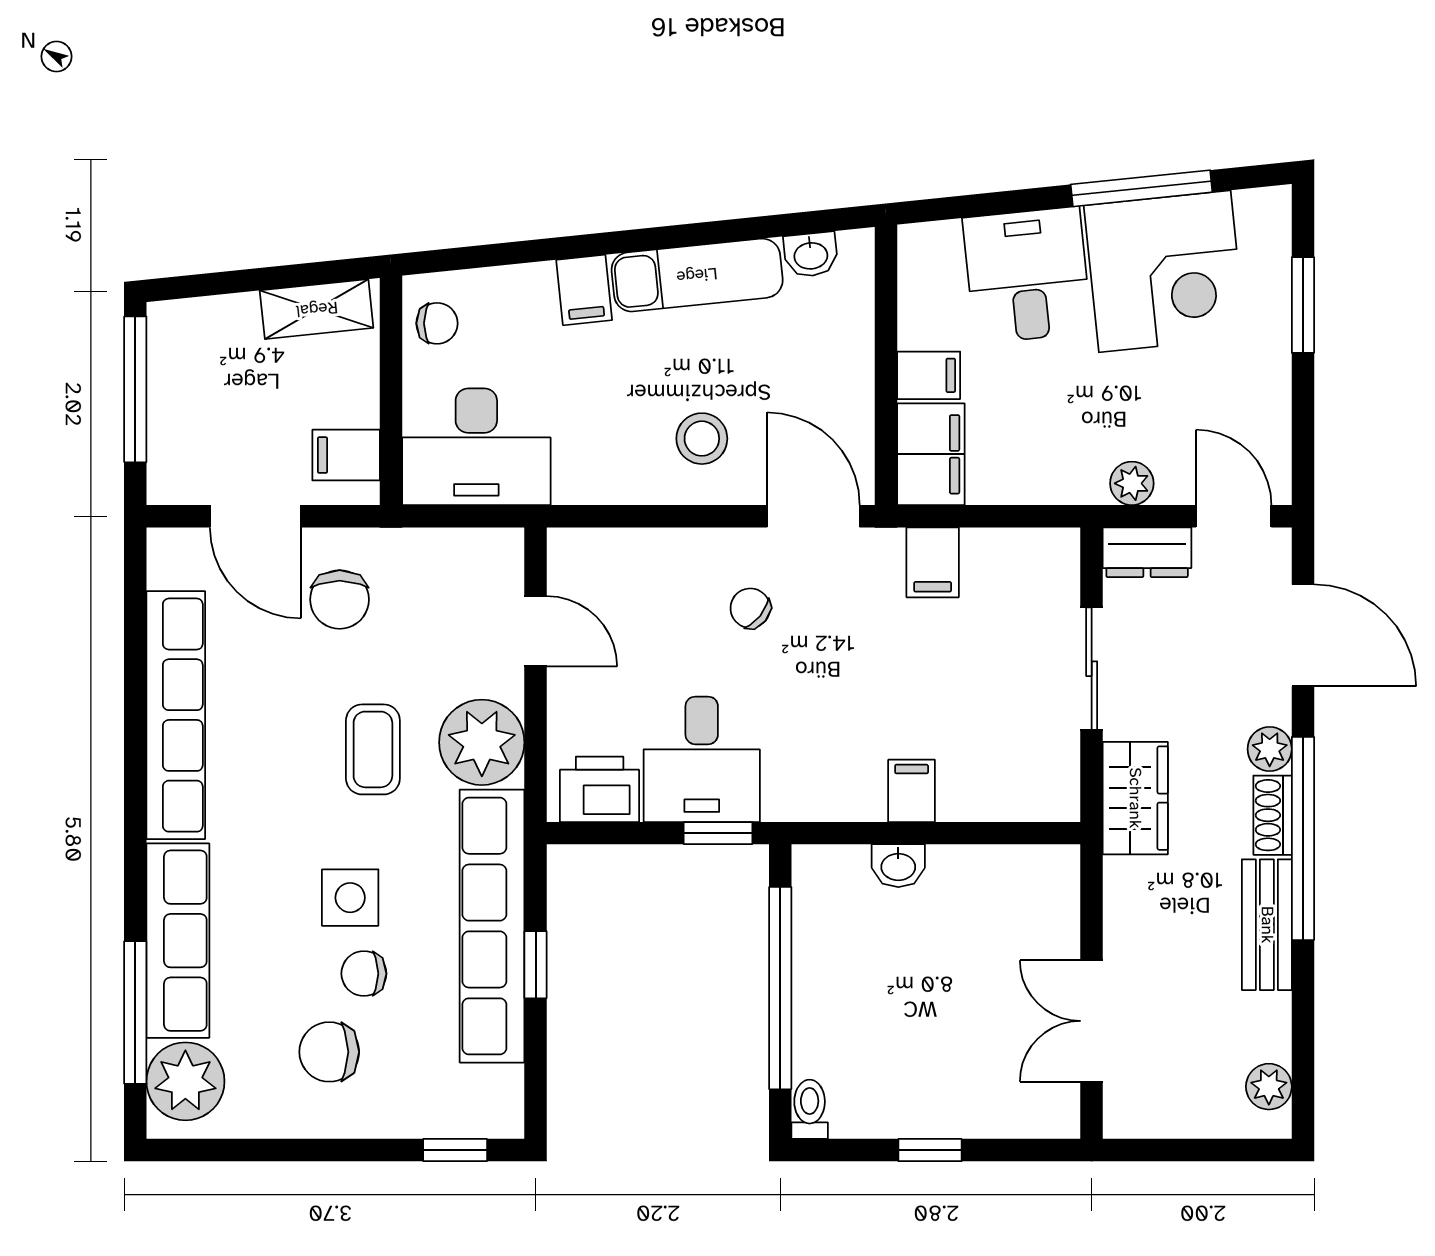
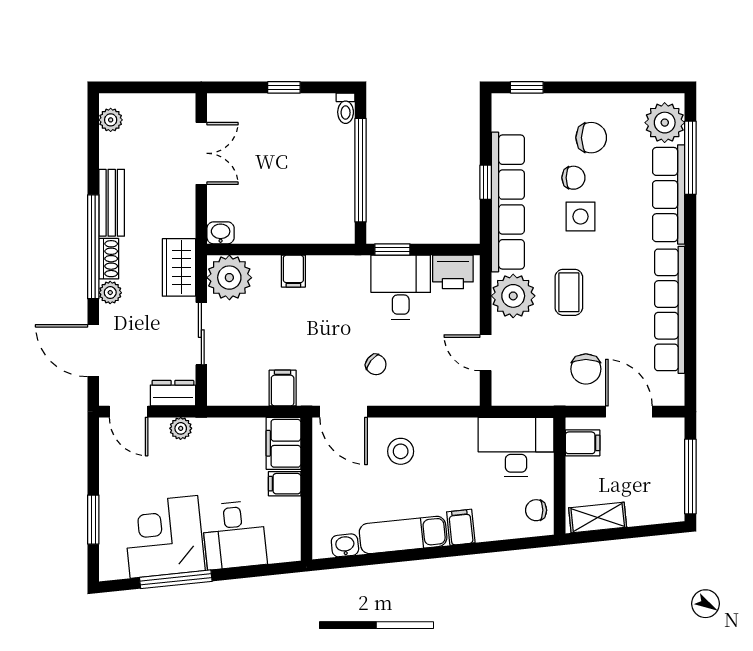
chair: (340, 600) -> (586, 369), turned 180
plant: (1037, 778) -> (229, 278), added
washbasin: (898, 866) -> (221, 233), moved

